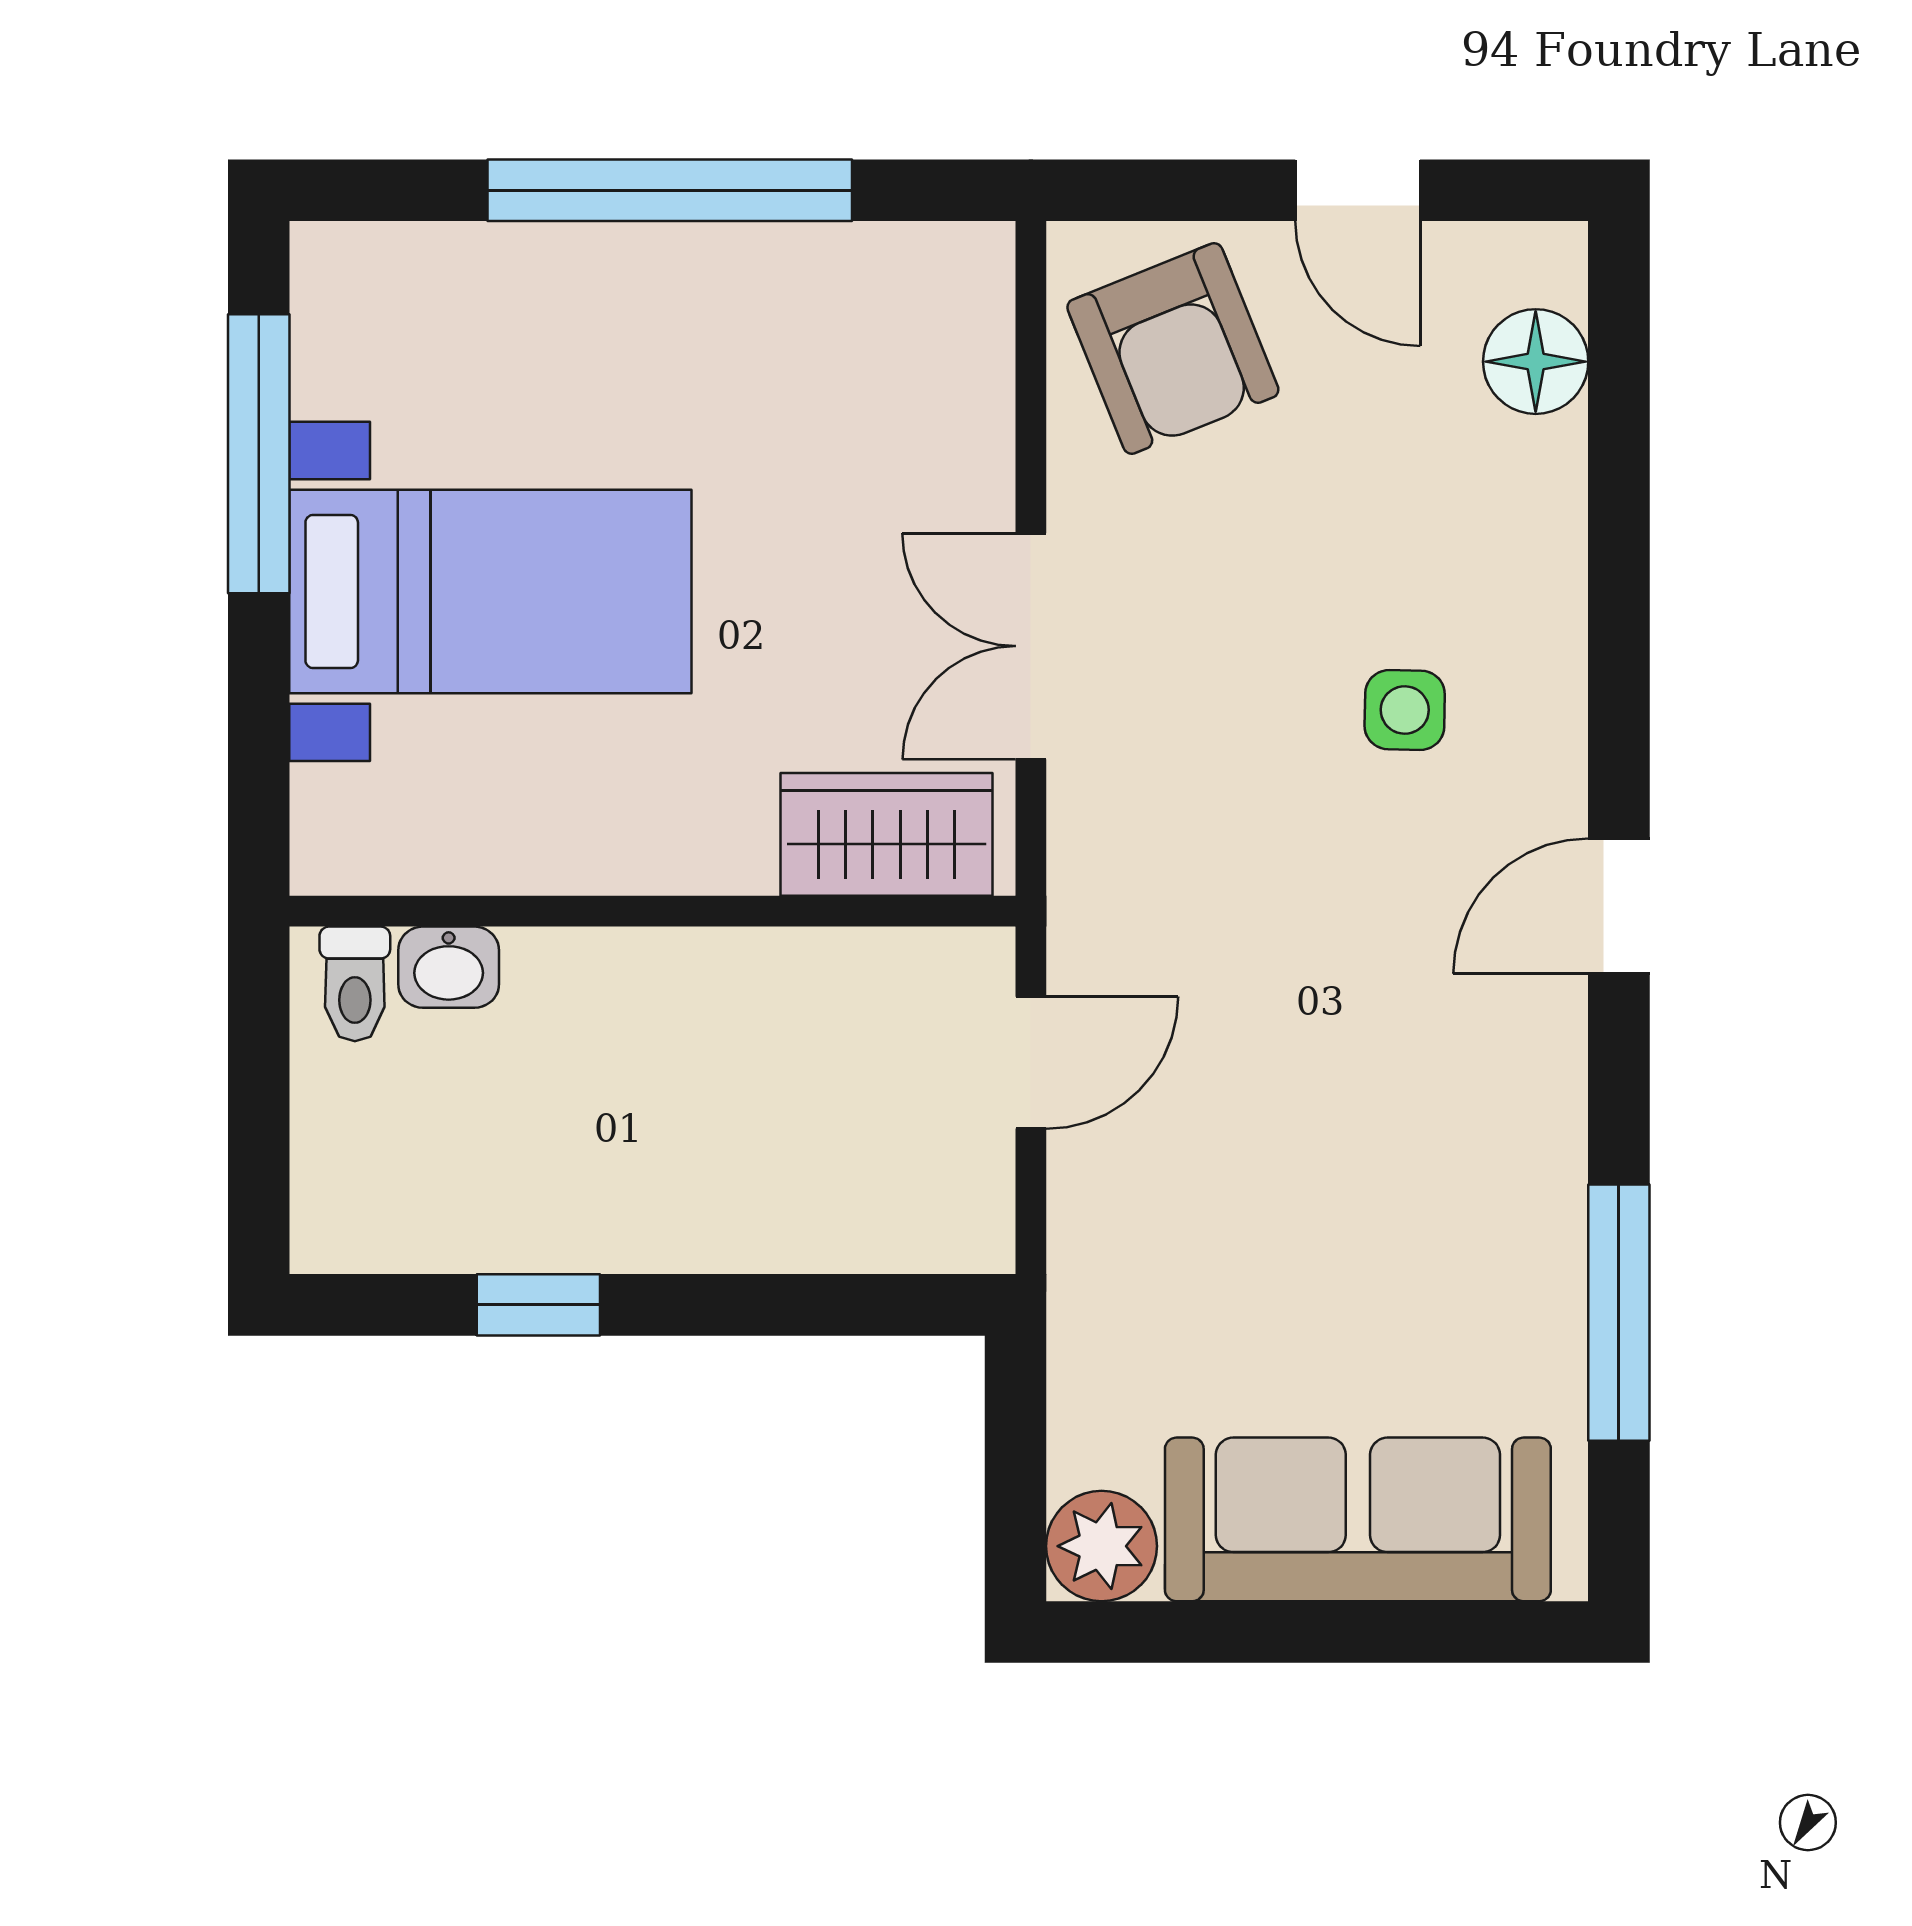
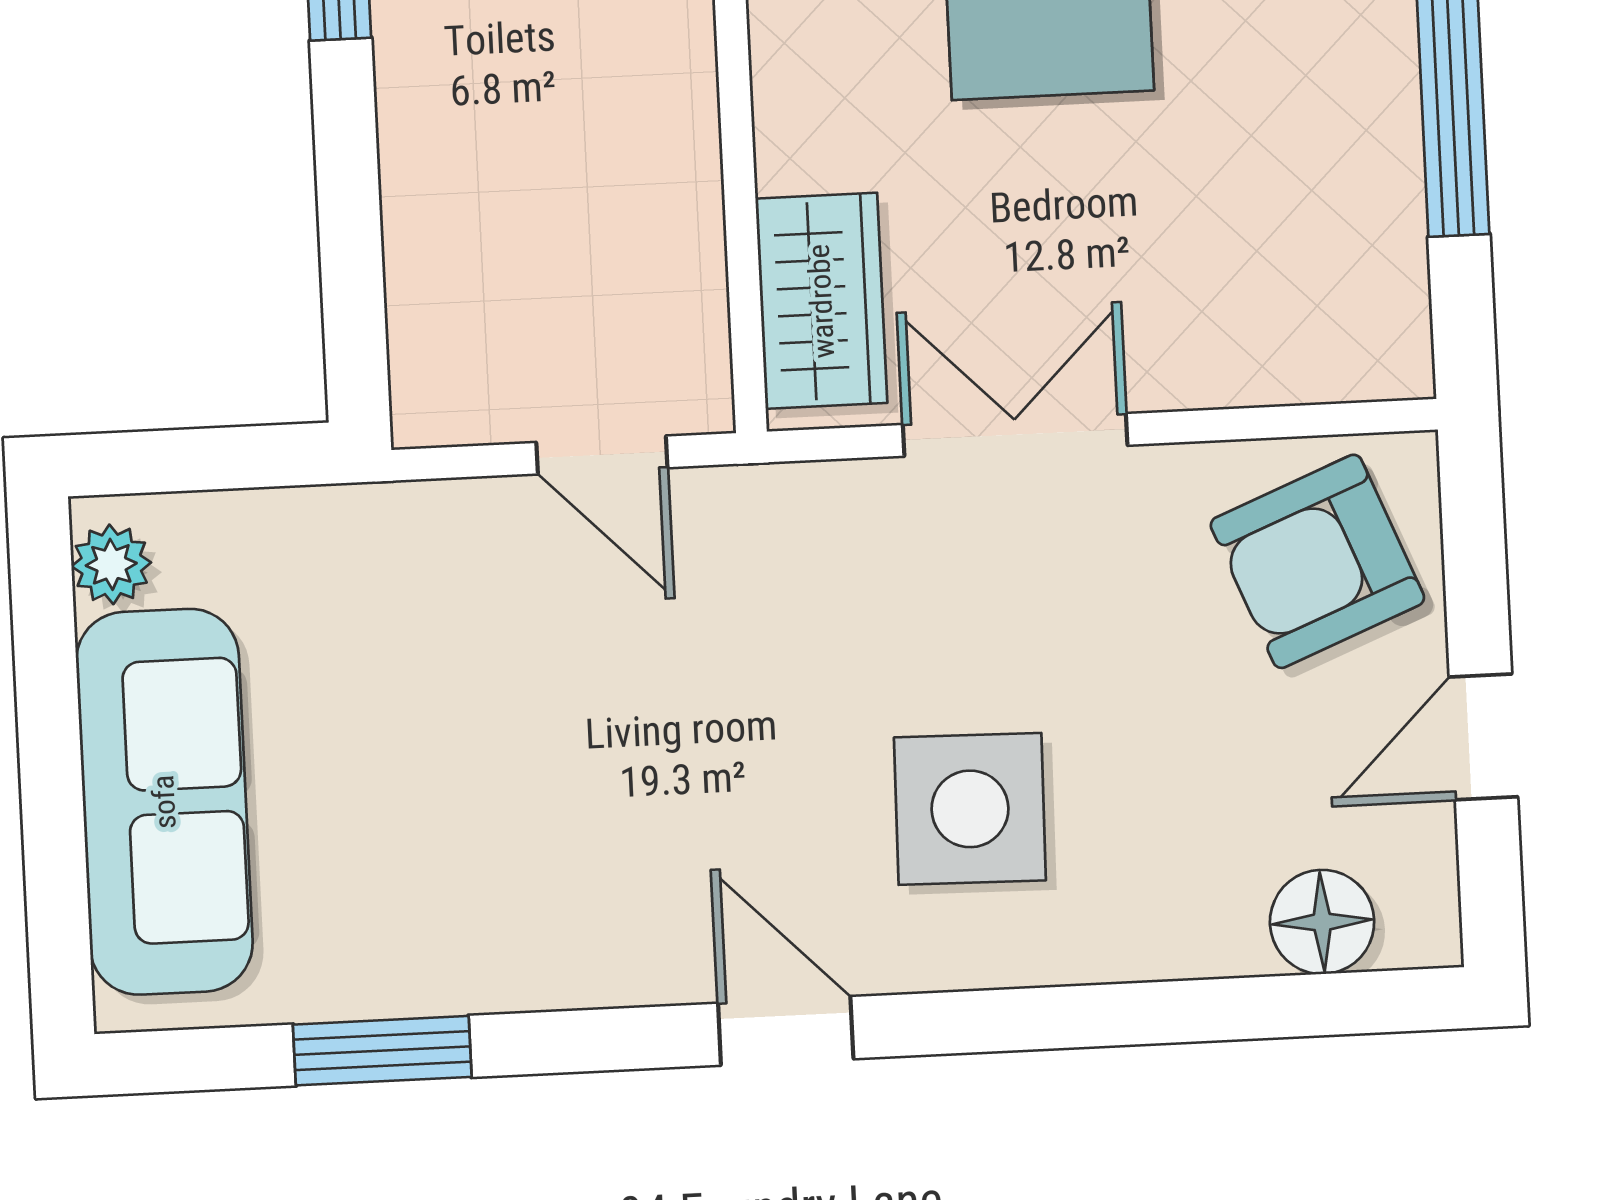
side table: (1405, 710) -> (970, 809), width x1.87, depth x1.87
window: (1619, 1313) -> (382, 1051), width x0.69
plant: (1102, 1546) -> (111, 564), width x0.73, depth x0.73

